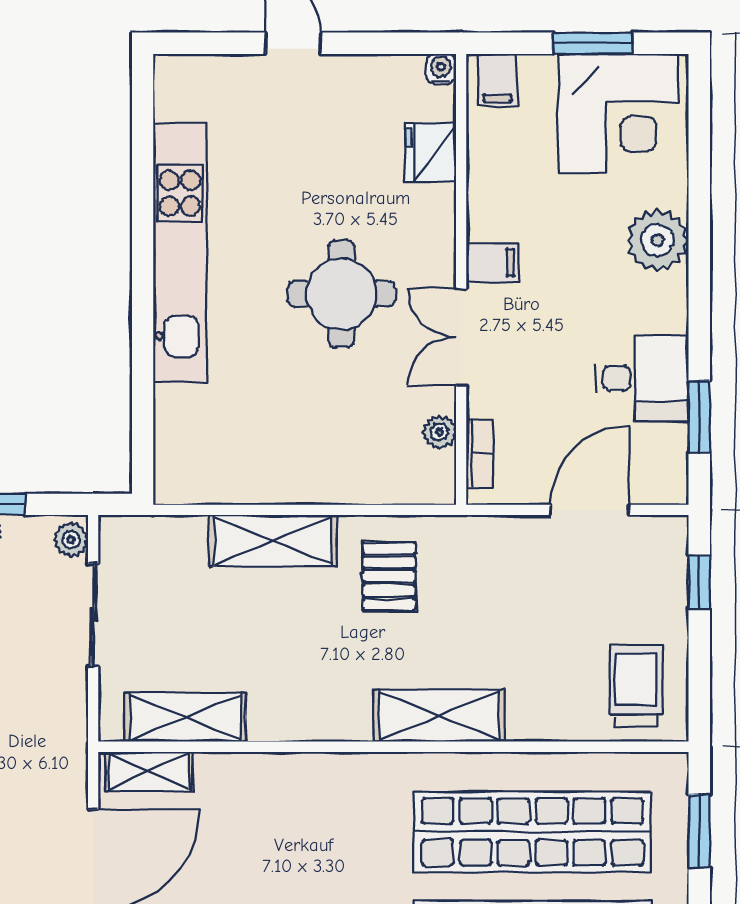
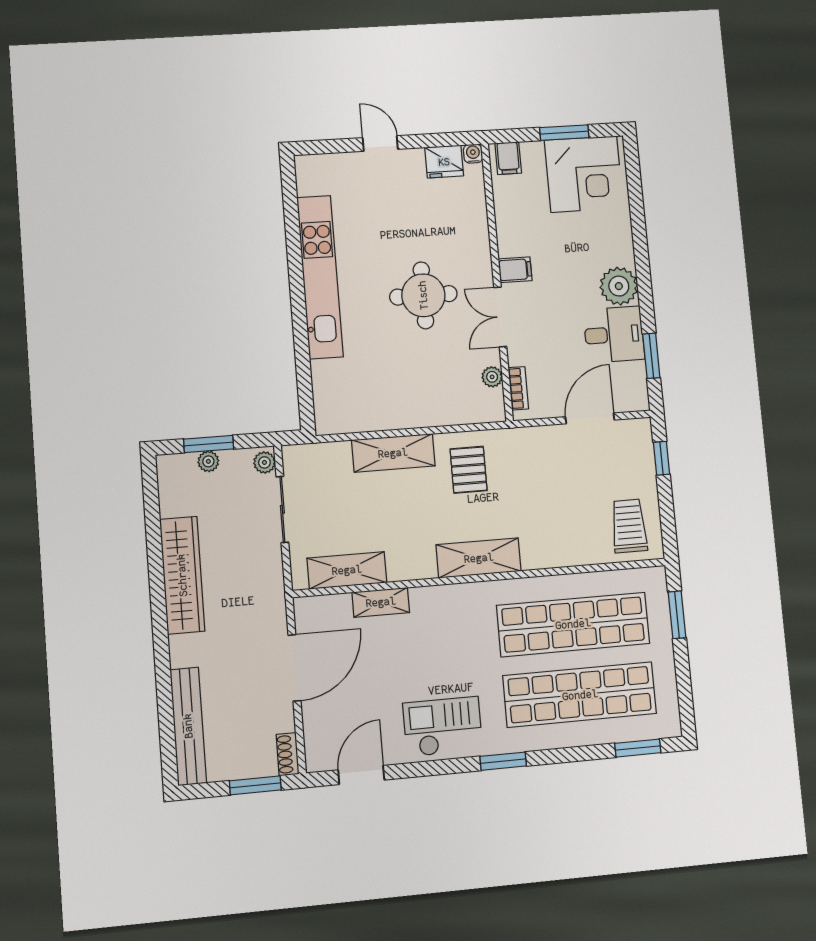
fridge: (431, 152) -> (444, 162), moved, turned -90
plant: (658, 240) -> (619, 286), moved
shelving: (439, 716) -> (479, 558), moved
shelving: (149, 771) -> (381, 602), moved

